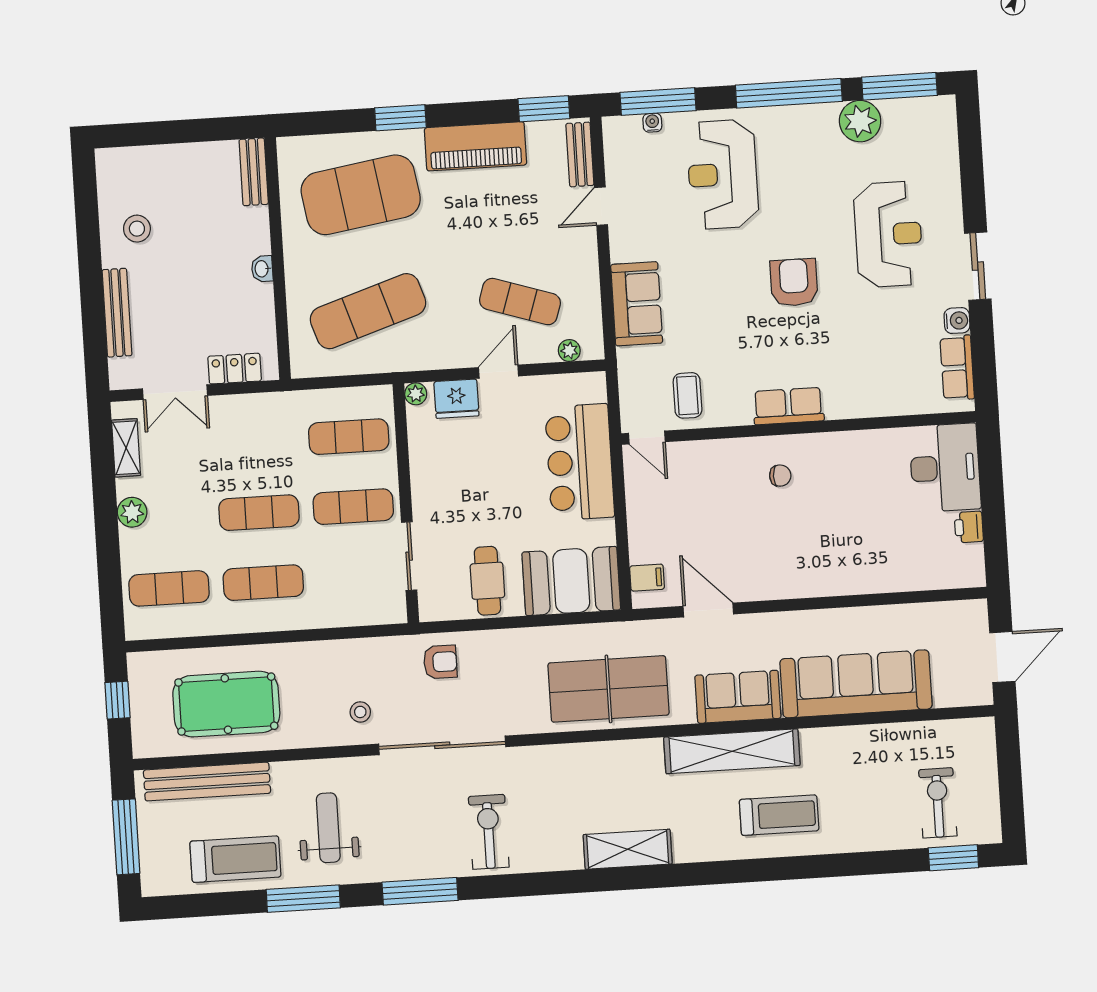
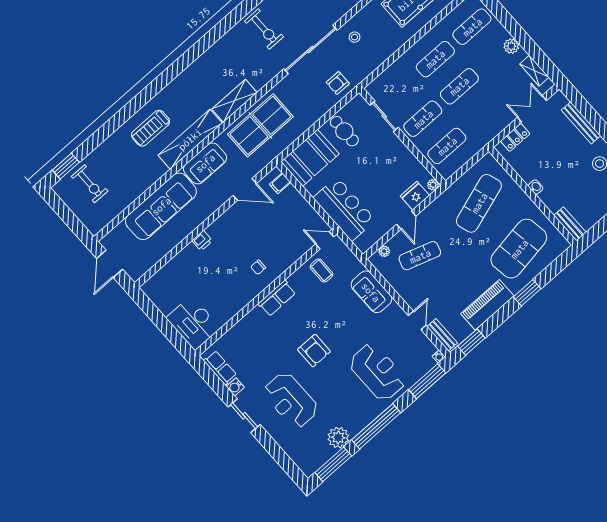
water cooler: (652, 123) -> (439, 357), moved
printer: (969, 527) -> (202, 241), moved, turned 90
shelving: (628, 849) -> (234, 101), moved

